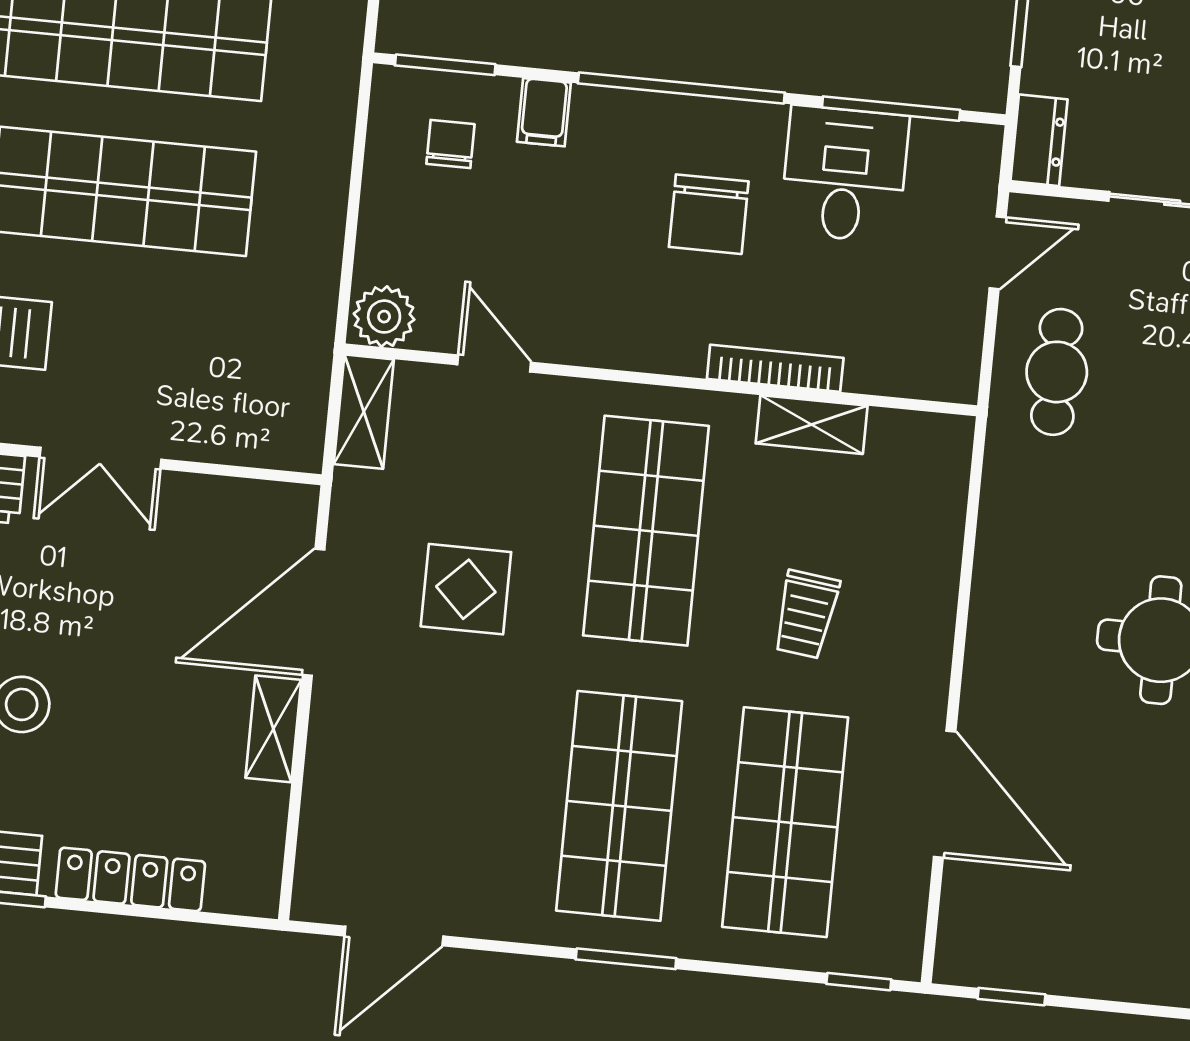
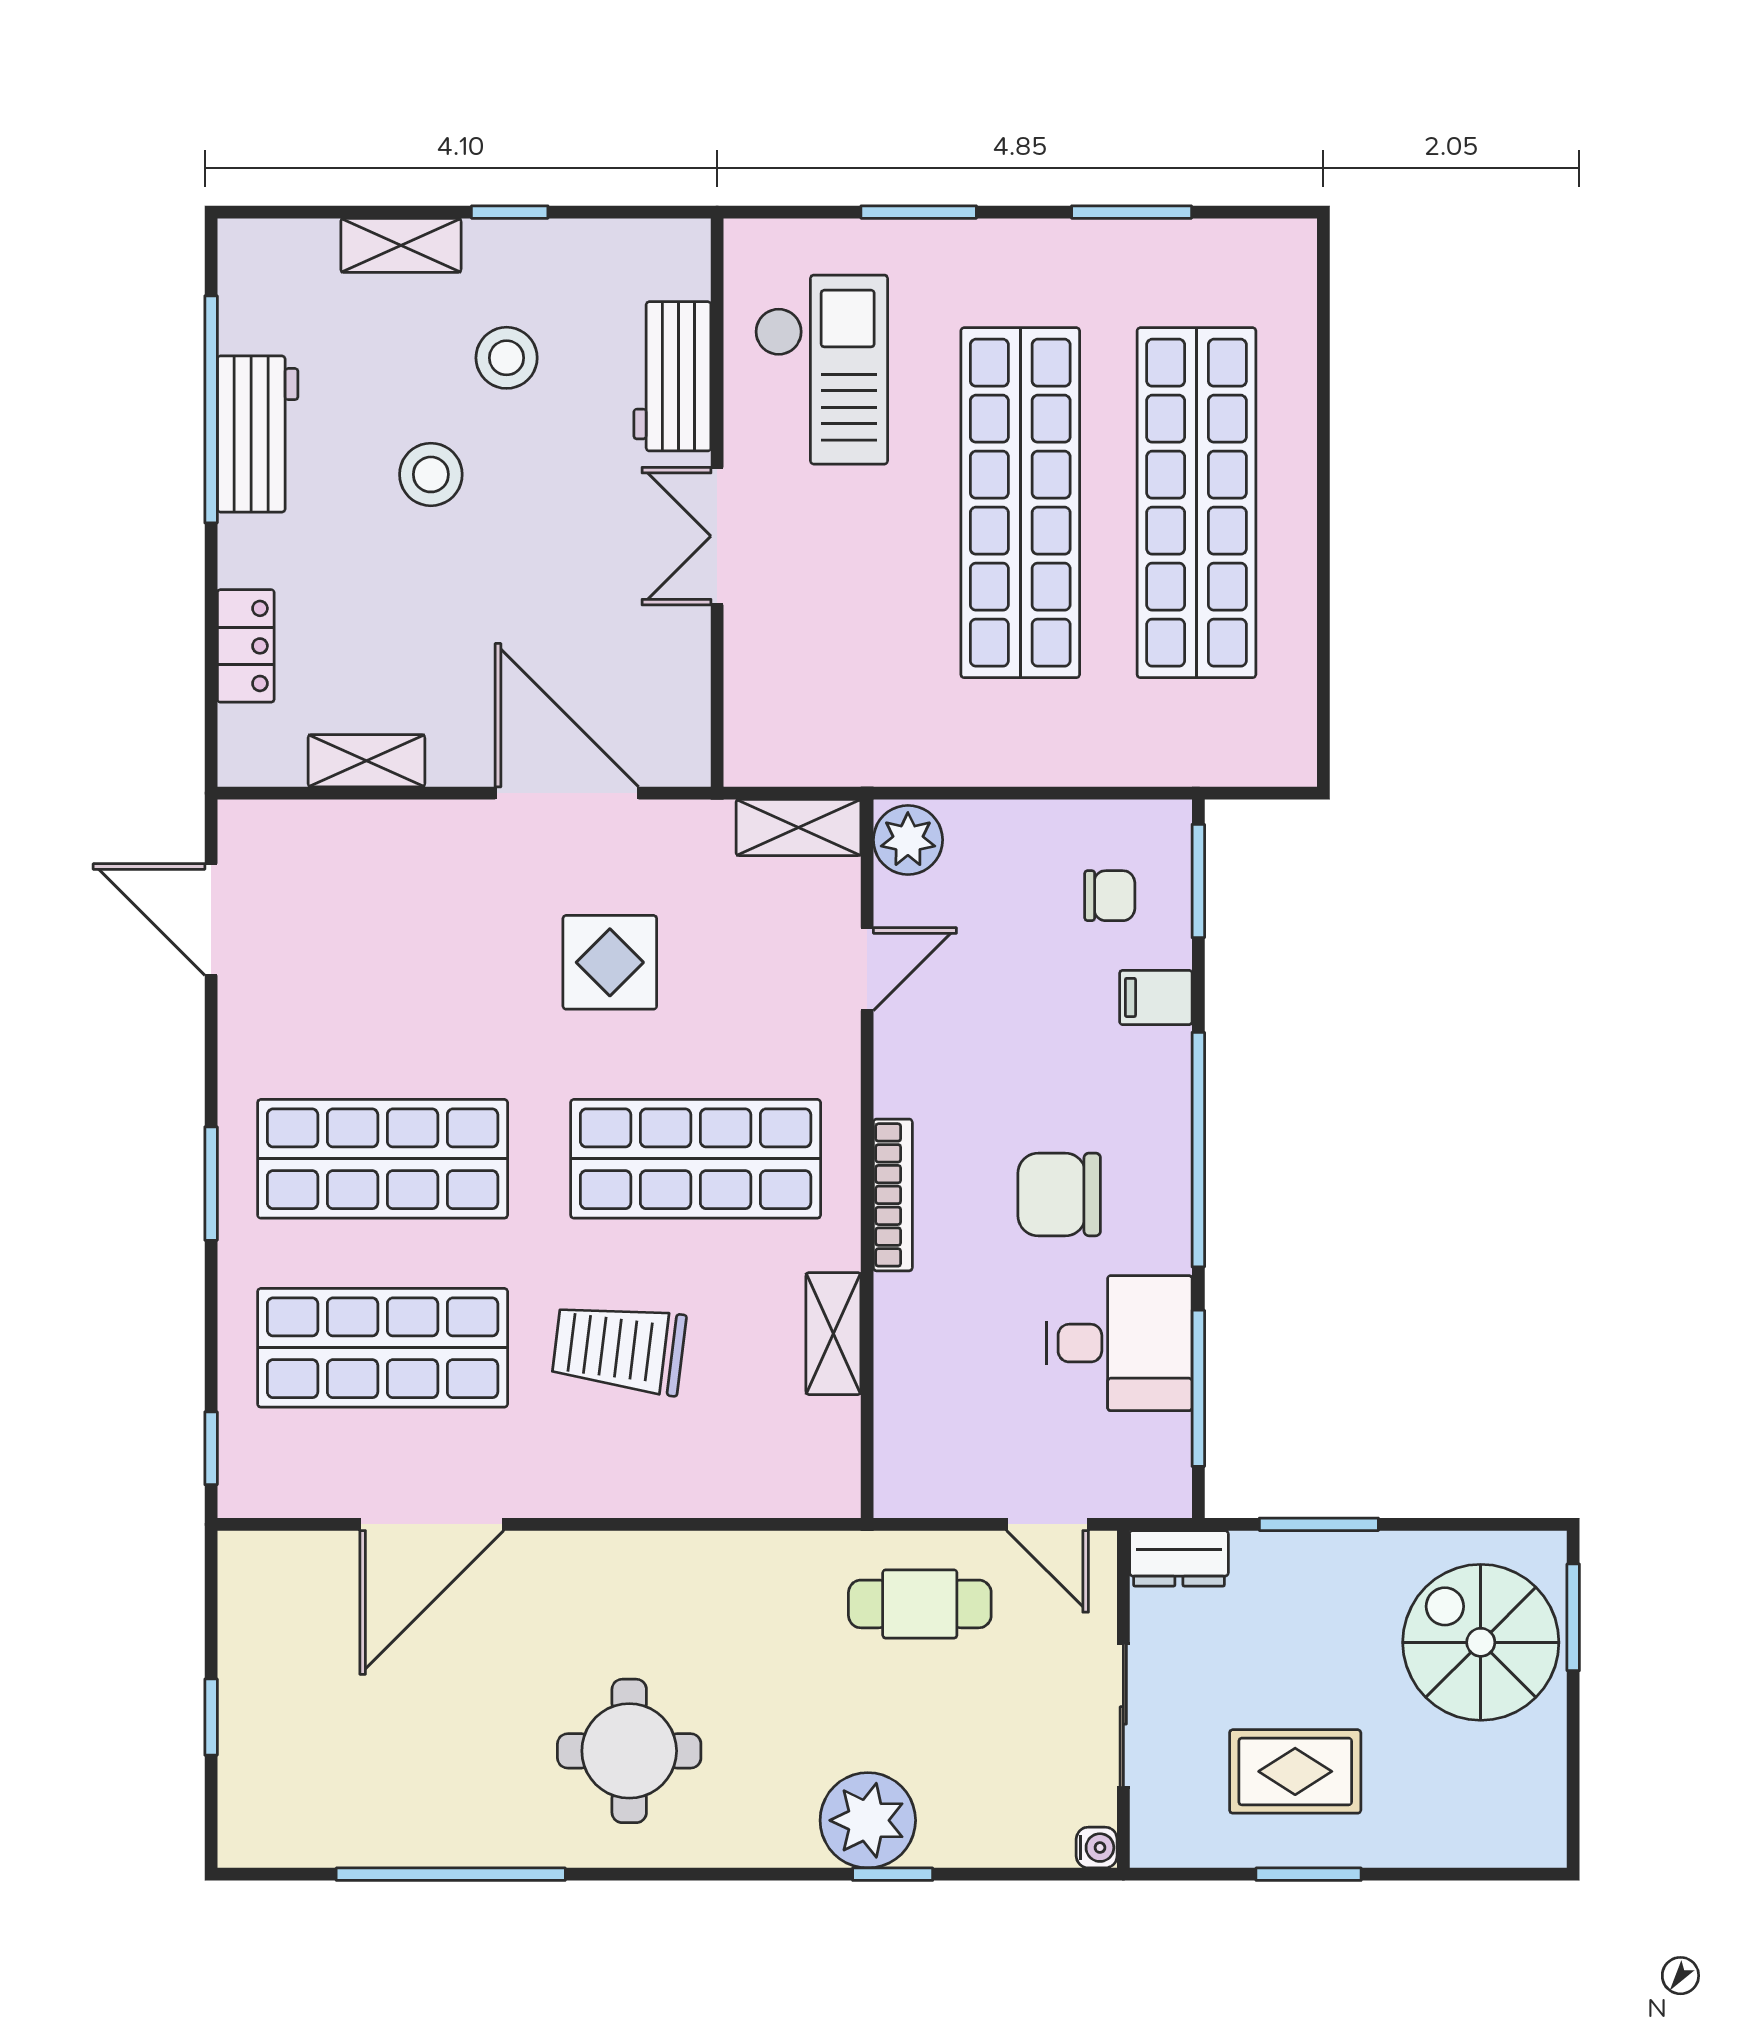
bookcase: (775, 368) -> (893, 1195), moved
trolley: (806, 614) -> (619, 1348), width x1.36, depth x1.39
shelving: (273, 729) -> (366, 761), moved
locker: (130, 879) -> (246, 646), width x0.66
window: (1012, 997) -> (211, 1717), moved

